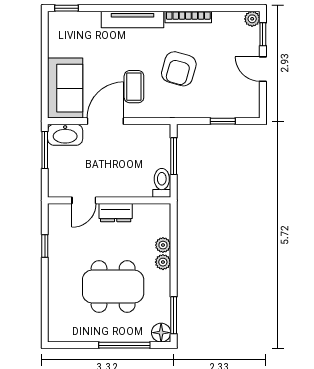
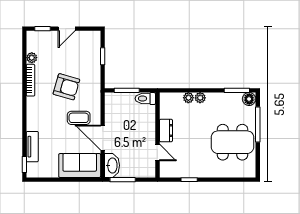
plant: (252, 19) -> (32, 58), moved
tv unit: (132, 20) -> (32, 147), moved, width x0.71
dining table: (113, 286) -> (233, 142), moved, turned 90

